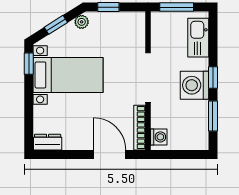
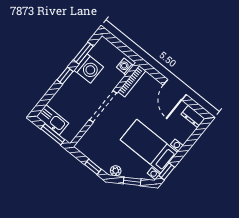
kitchen sink: (198, 38) -> (52, 120), moved, turned -90
washing machine: (194, 85) -> (89, 69), moved
door: (110, 154) -> (175, 90), moved

